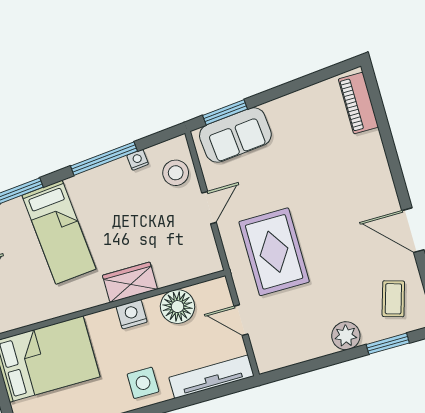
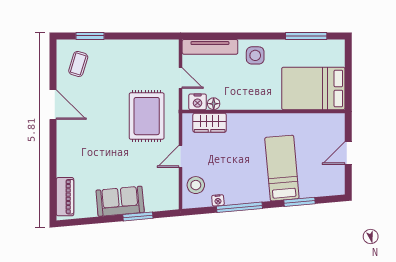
window: (225, 112) -> (138, 216), moved
sofa: (235, 135) -> (120, 201), moved
wardrobe: (130, 282) -> (210, 123), moved
floor lamp: (178, 307) -> (214, 104), width x0.53, depth x0.53
nightstand: (132, 314) -> (198, 102), moved
plant: (346, 336) -> (116, 49), removed

